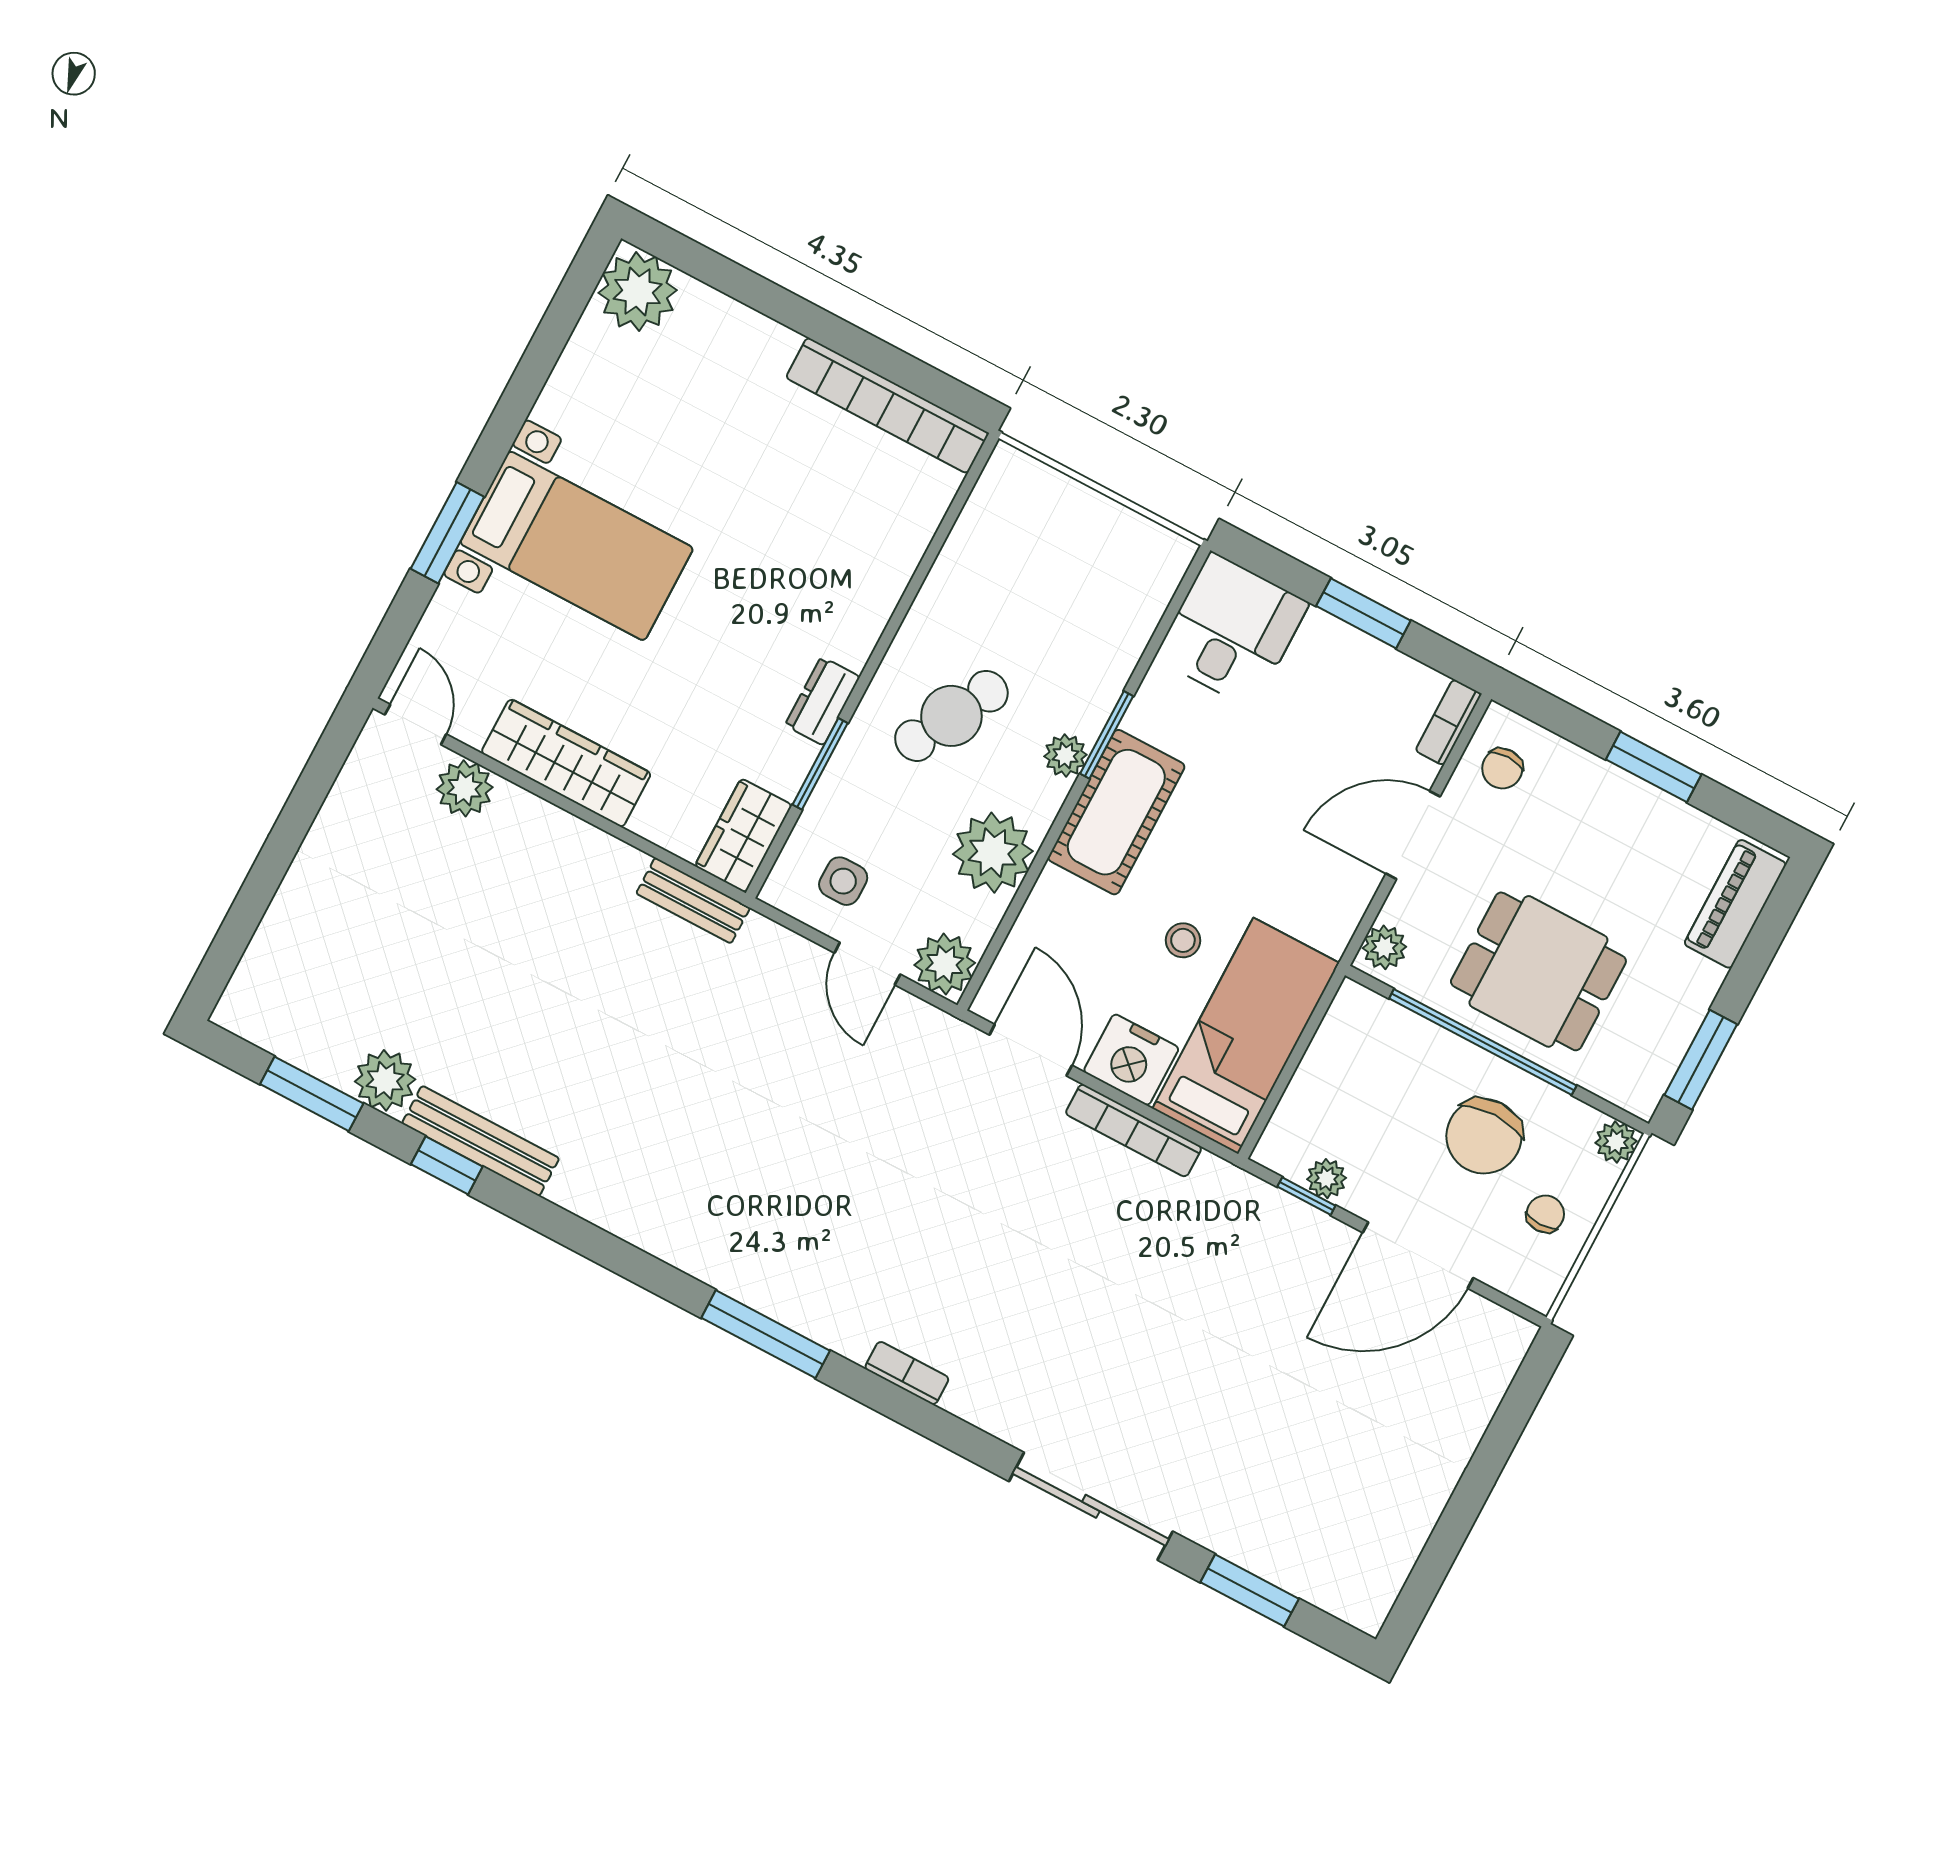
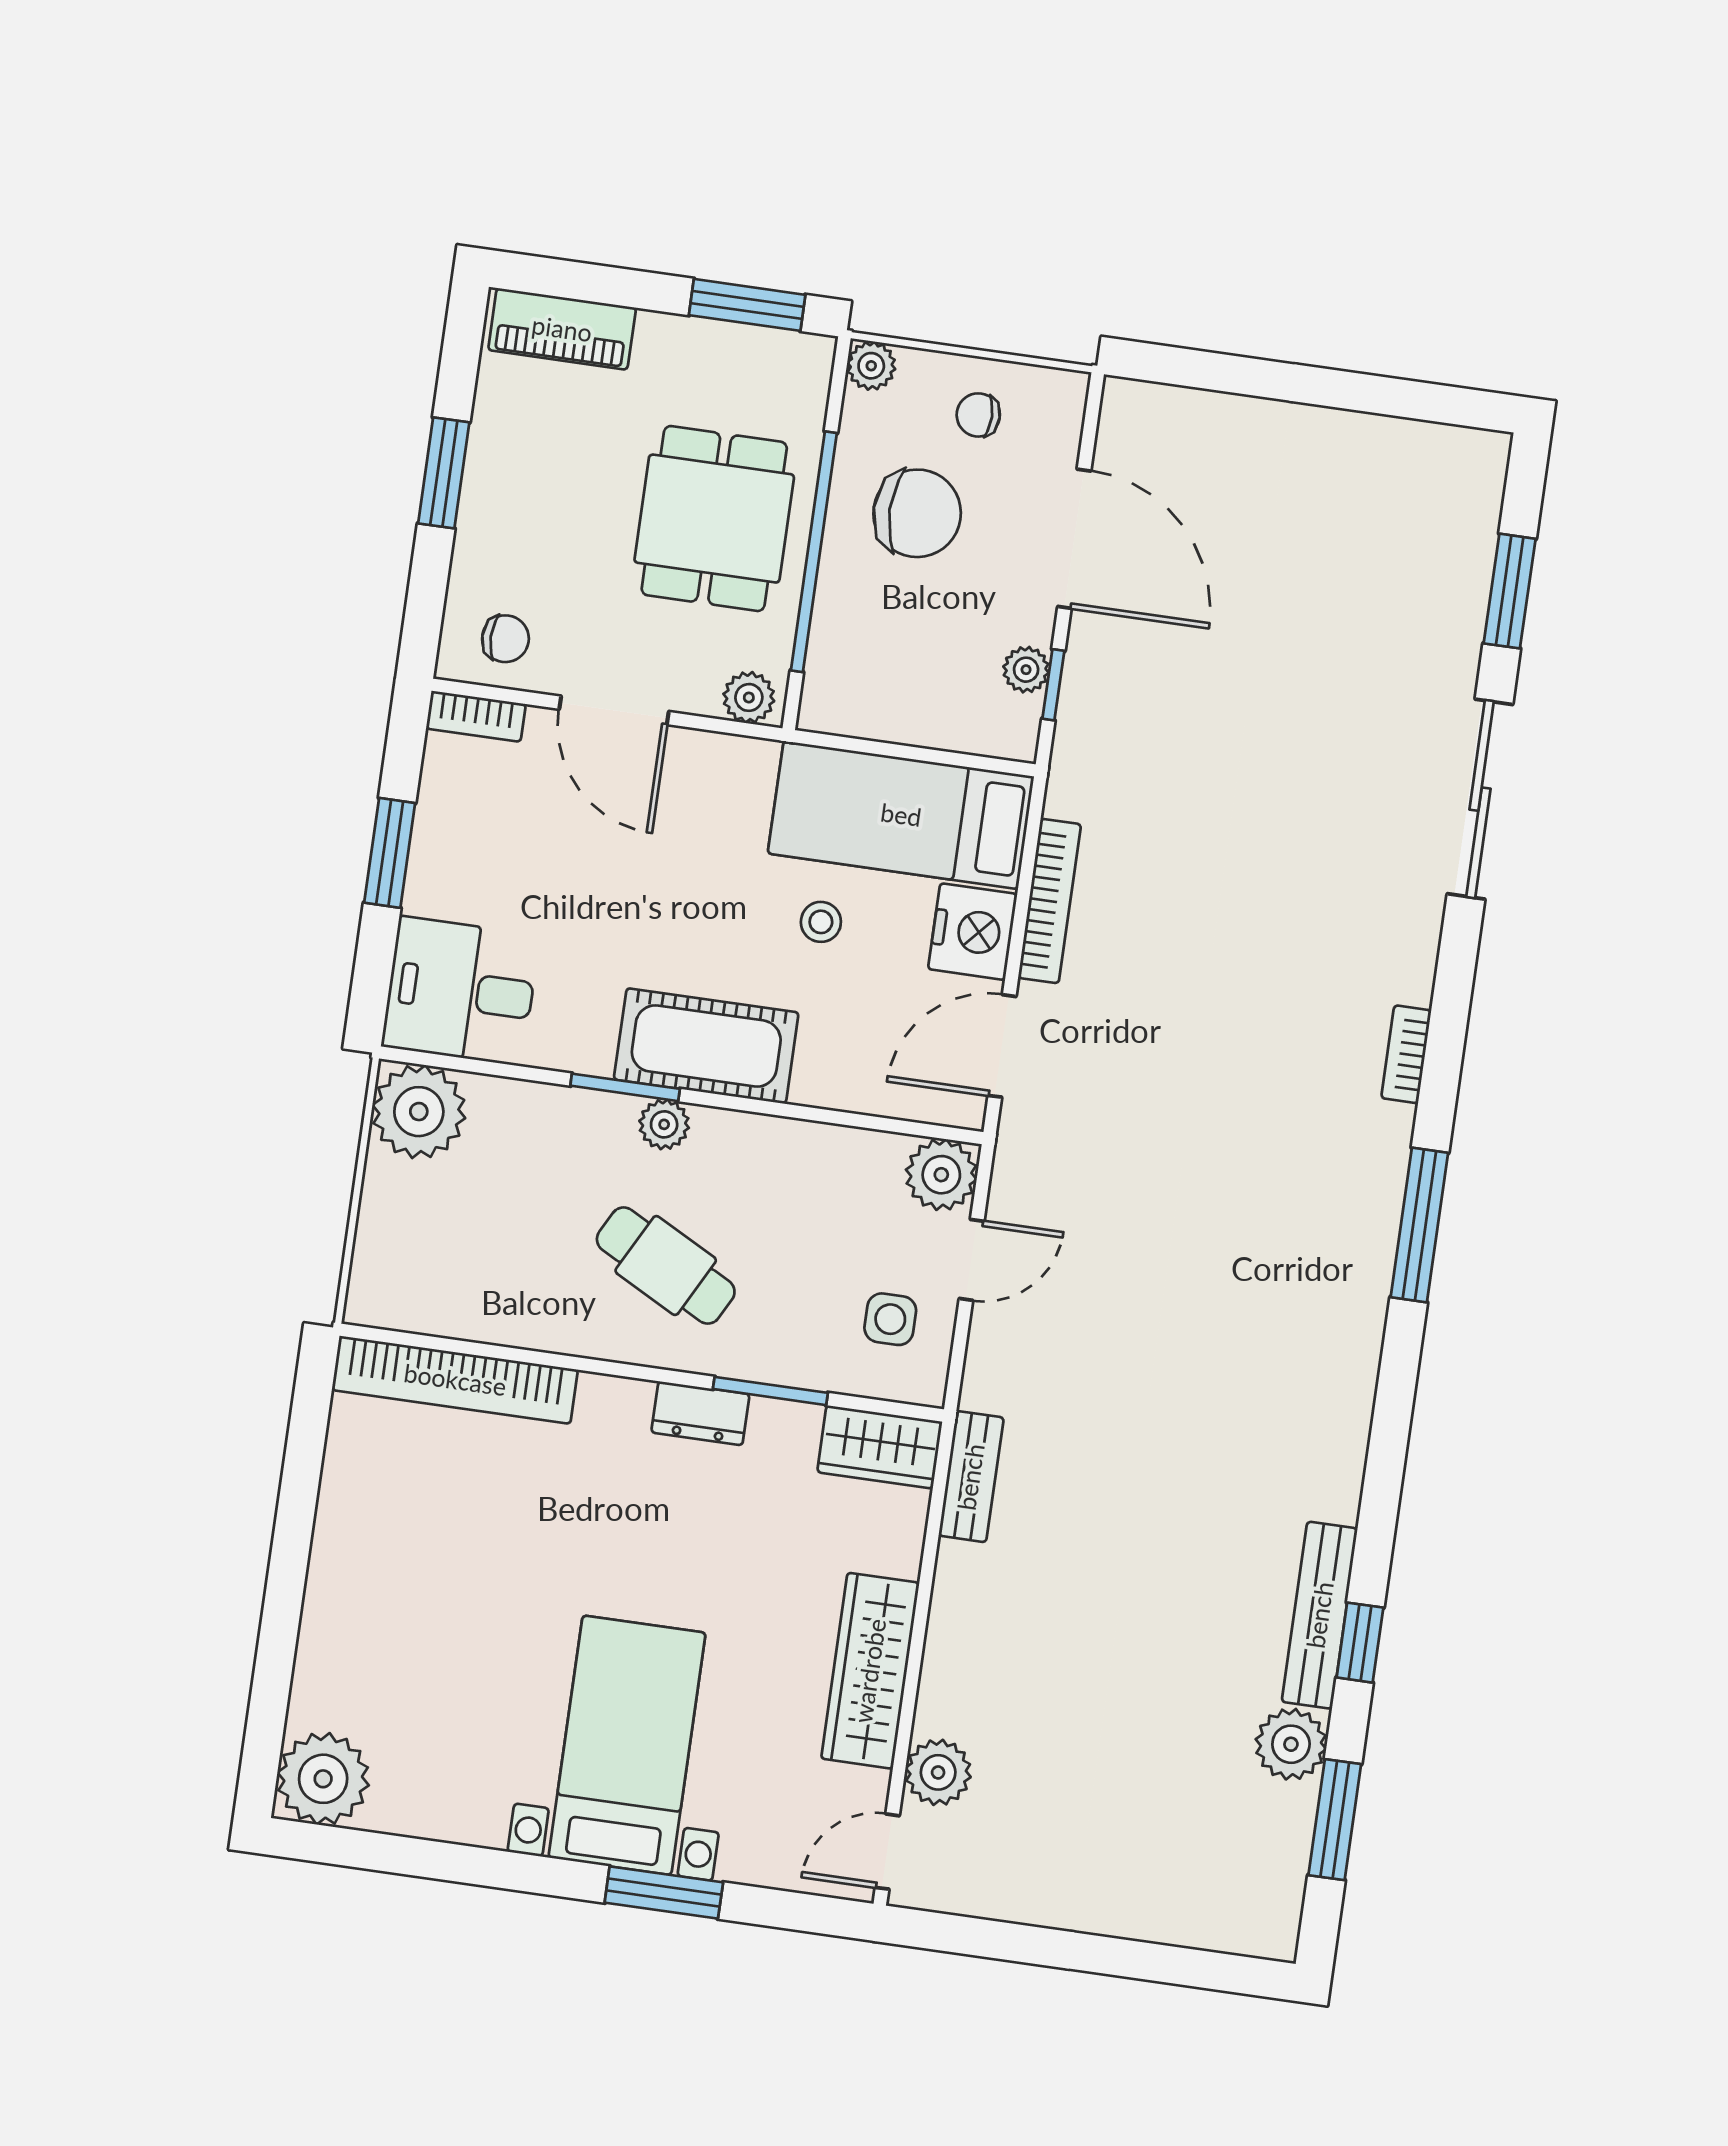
bookcase: (887, 405) -> (455, 1380), moved, turned 90
plant: (993, 853) -> (419, 1112), moved

